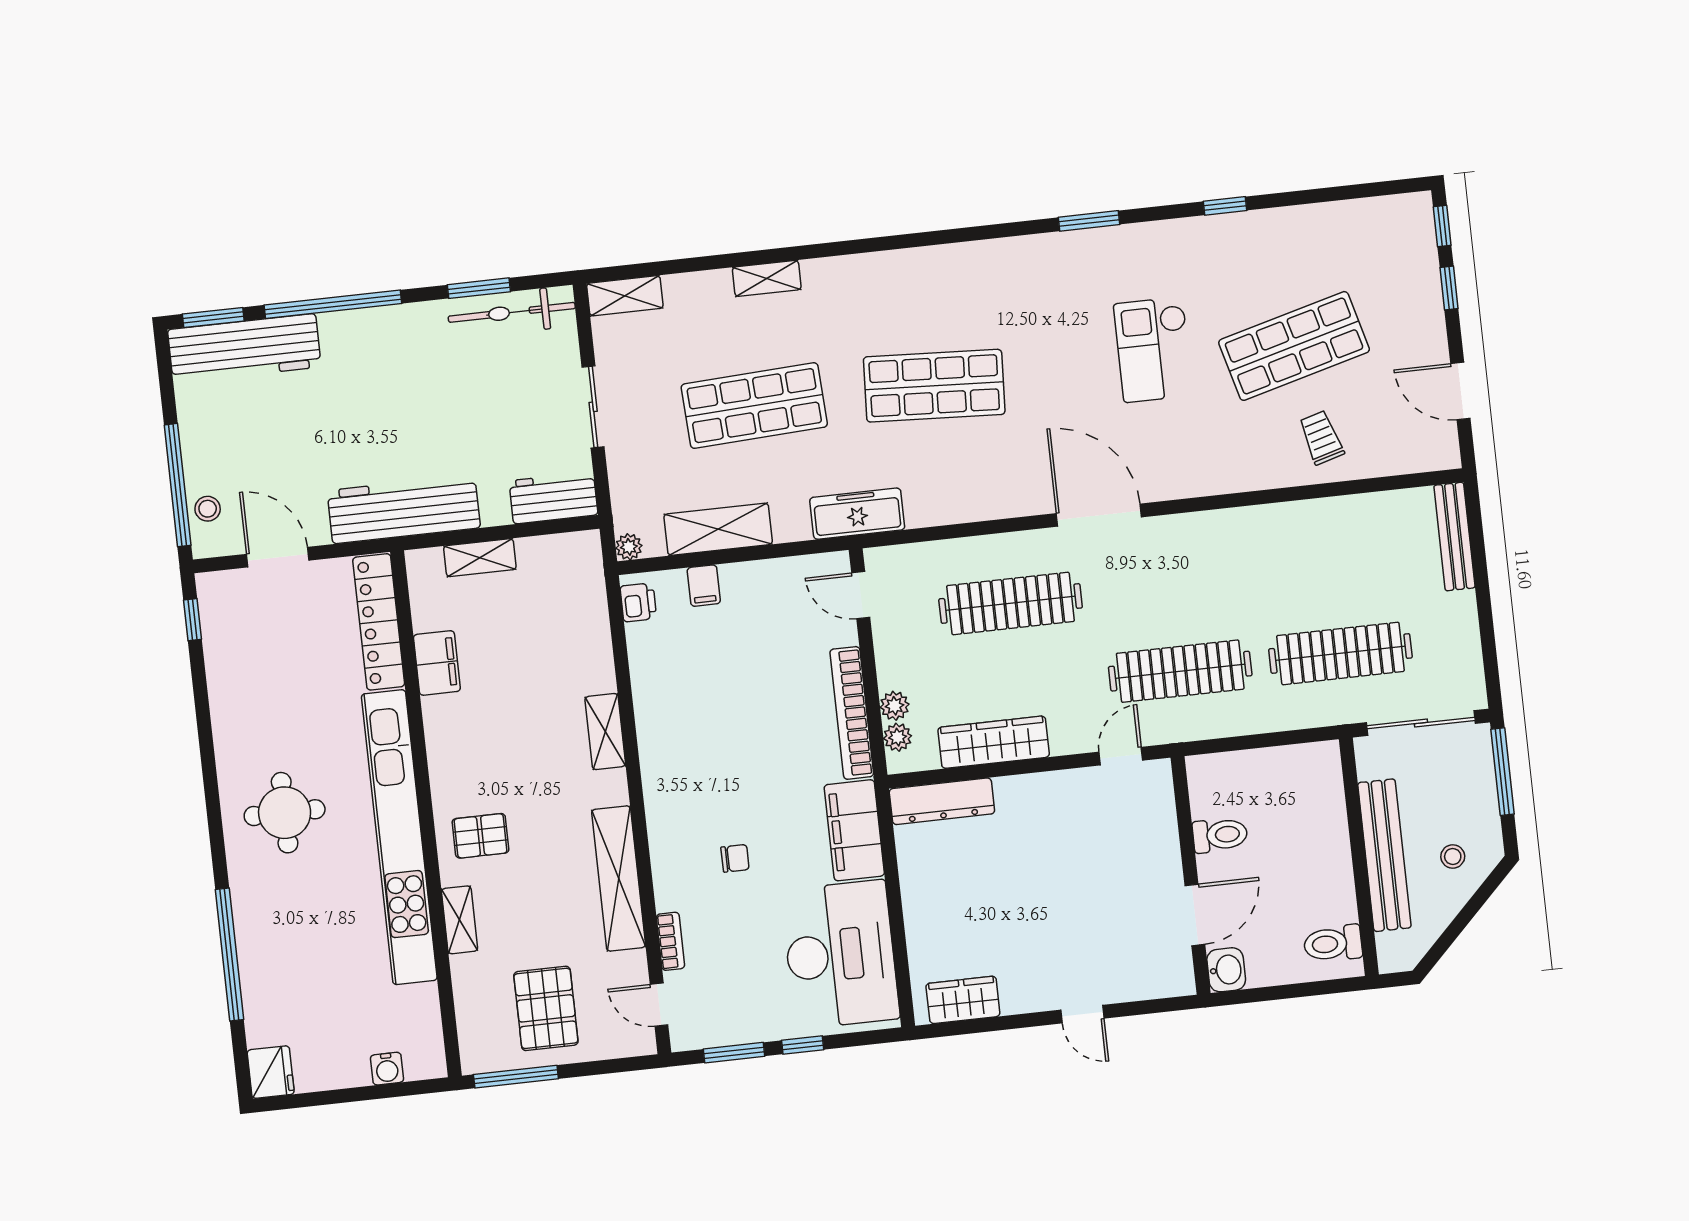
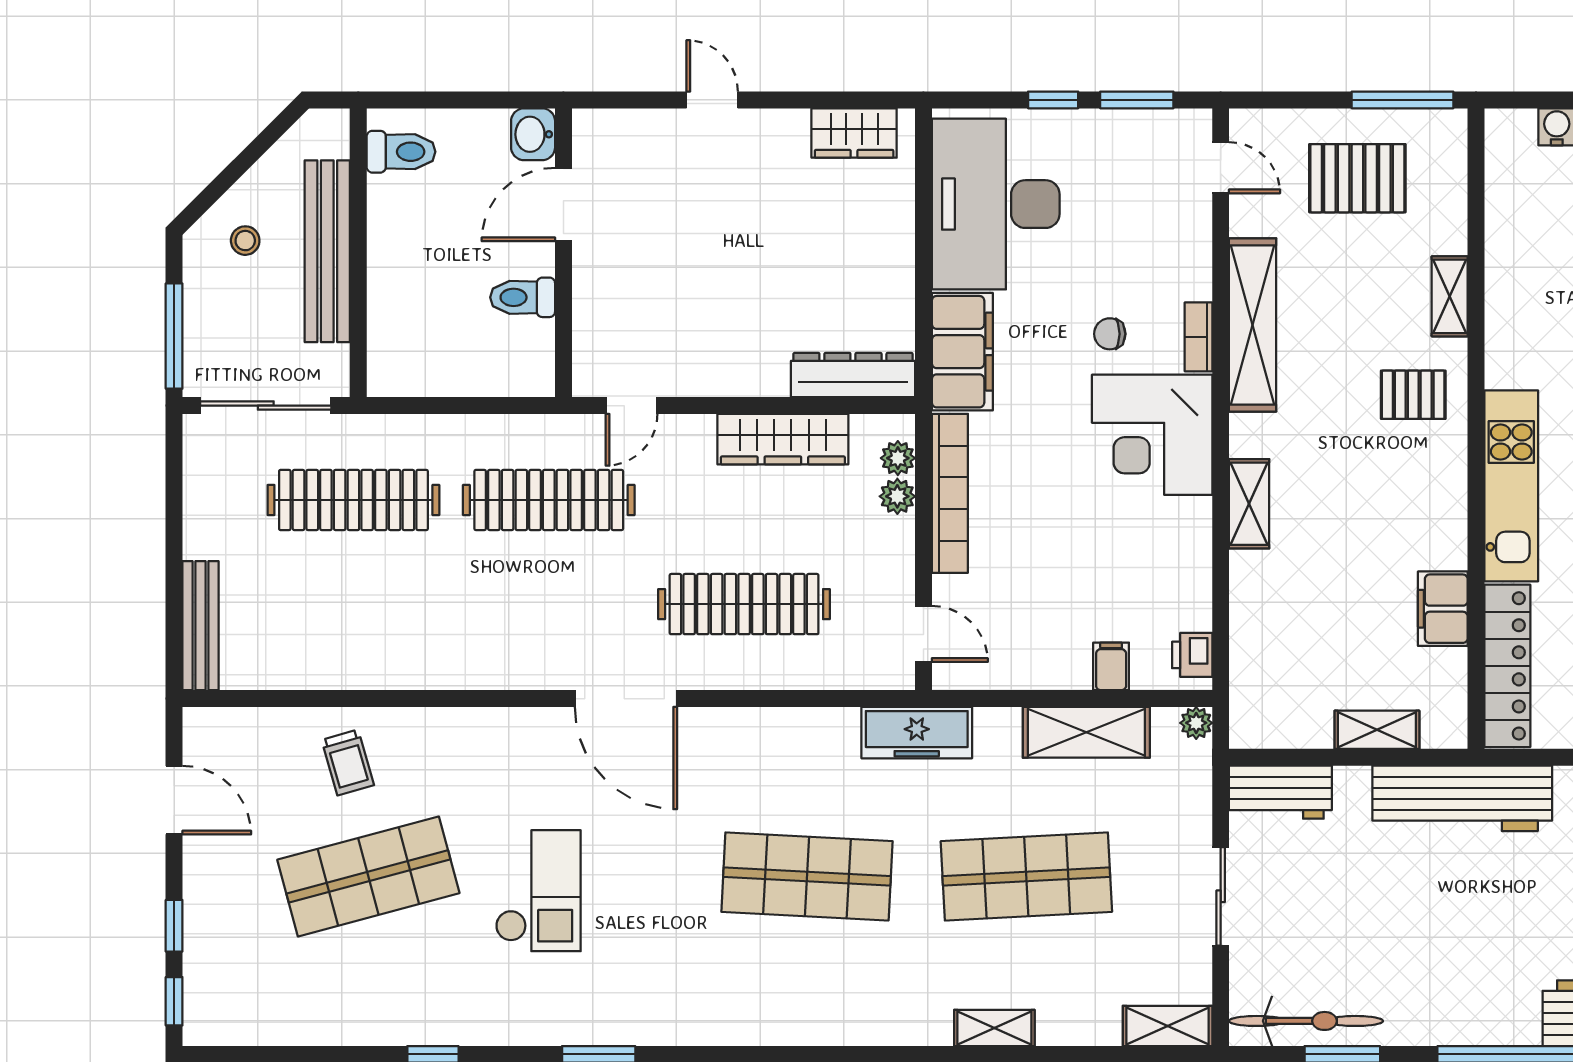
corner desk: (691, 779) -> (1152, 435), added
kitchen unit: (399, 837) -> (1511, 486), width x0.54
bookcase: (670, 941) -> (1198, 337), moved
pallet: (546, 1008) -> (1357, 178), turned 90

